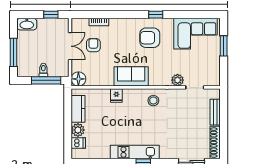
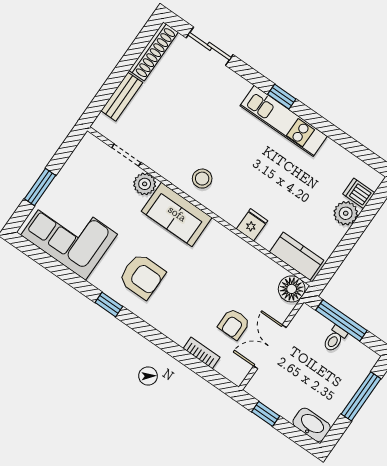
sofa: (131, 76) -> (177, 214), moved
kitchen counter: (78, 109) -> (297, 256), moved, turned 90

